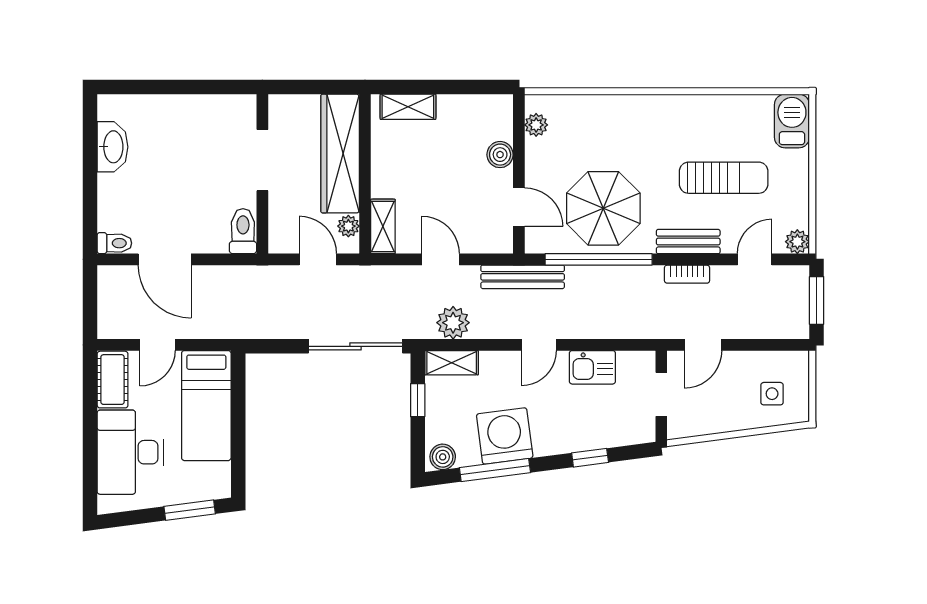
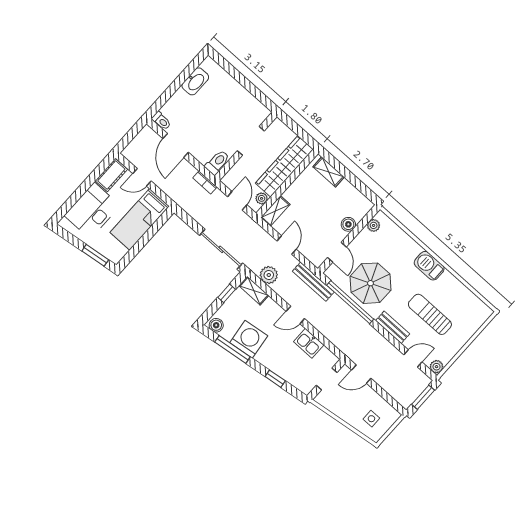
barbecue: (792, 121) -> (429, 266), moved, turned -90
sun lounger: (724, 178) -> (430, 314), turned 180
bookcase: (687, 274) -> (205, 182), moved

